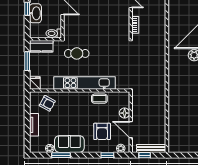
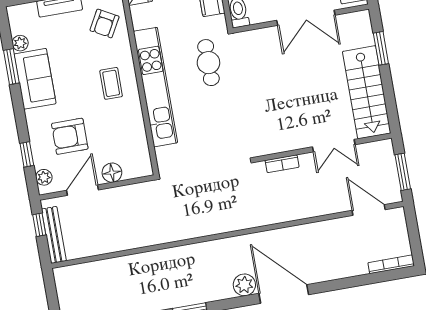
coffee table: (99, 99) -> (111, 83), moved

